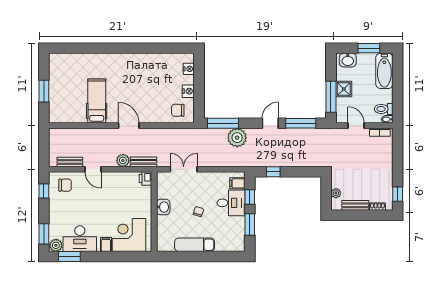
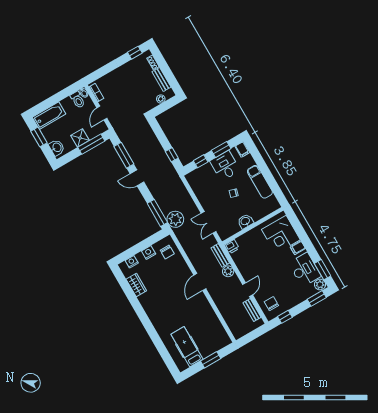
wardrobe: (163, 60) -> (136, 285), added
hospital bed: (97, 101) -> (187, 347), moved, turned 90
plant: (237, 138) -> (175, 219), moved
filing cabinet: (237, 183) -> (242, 149), moved
desk: (231, 203) -> (225, 166), moved

